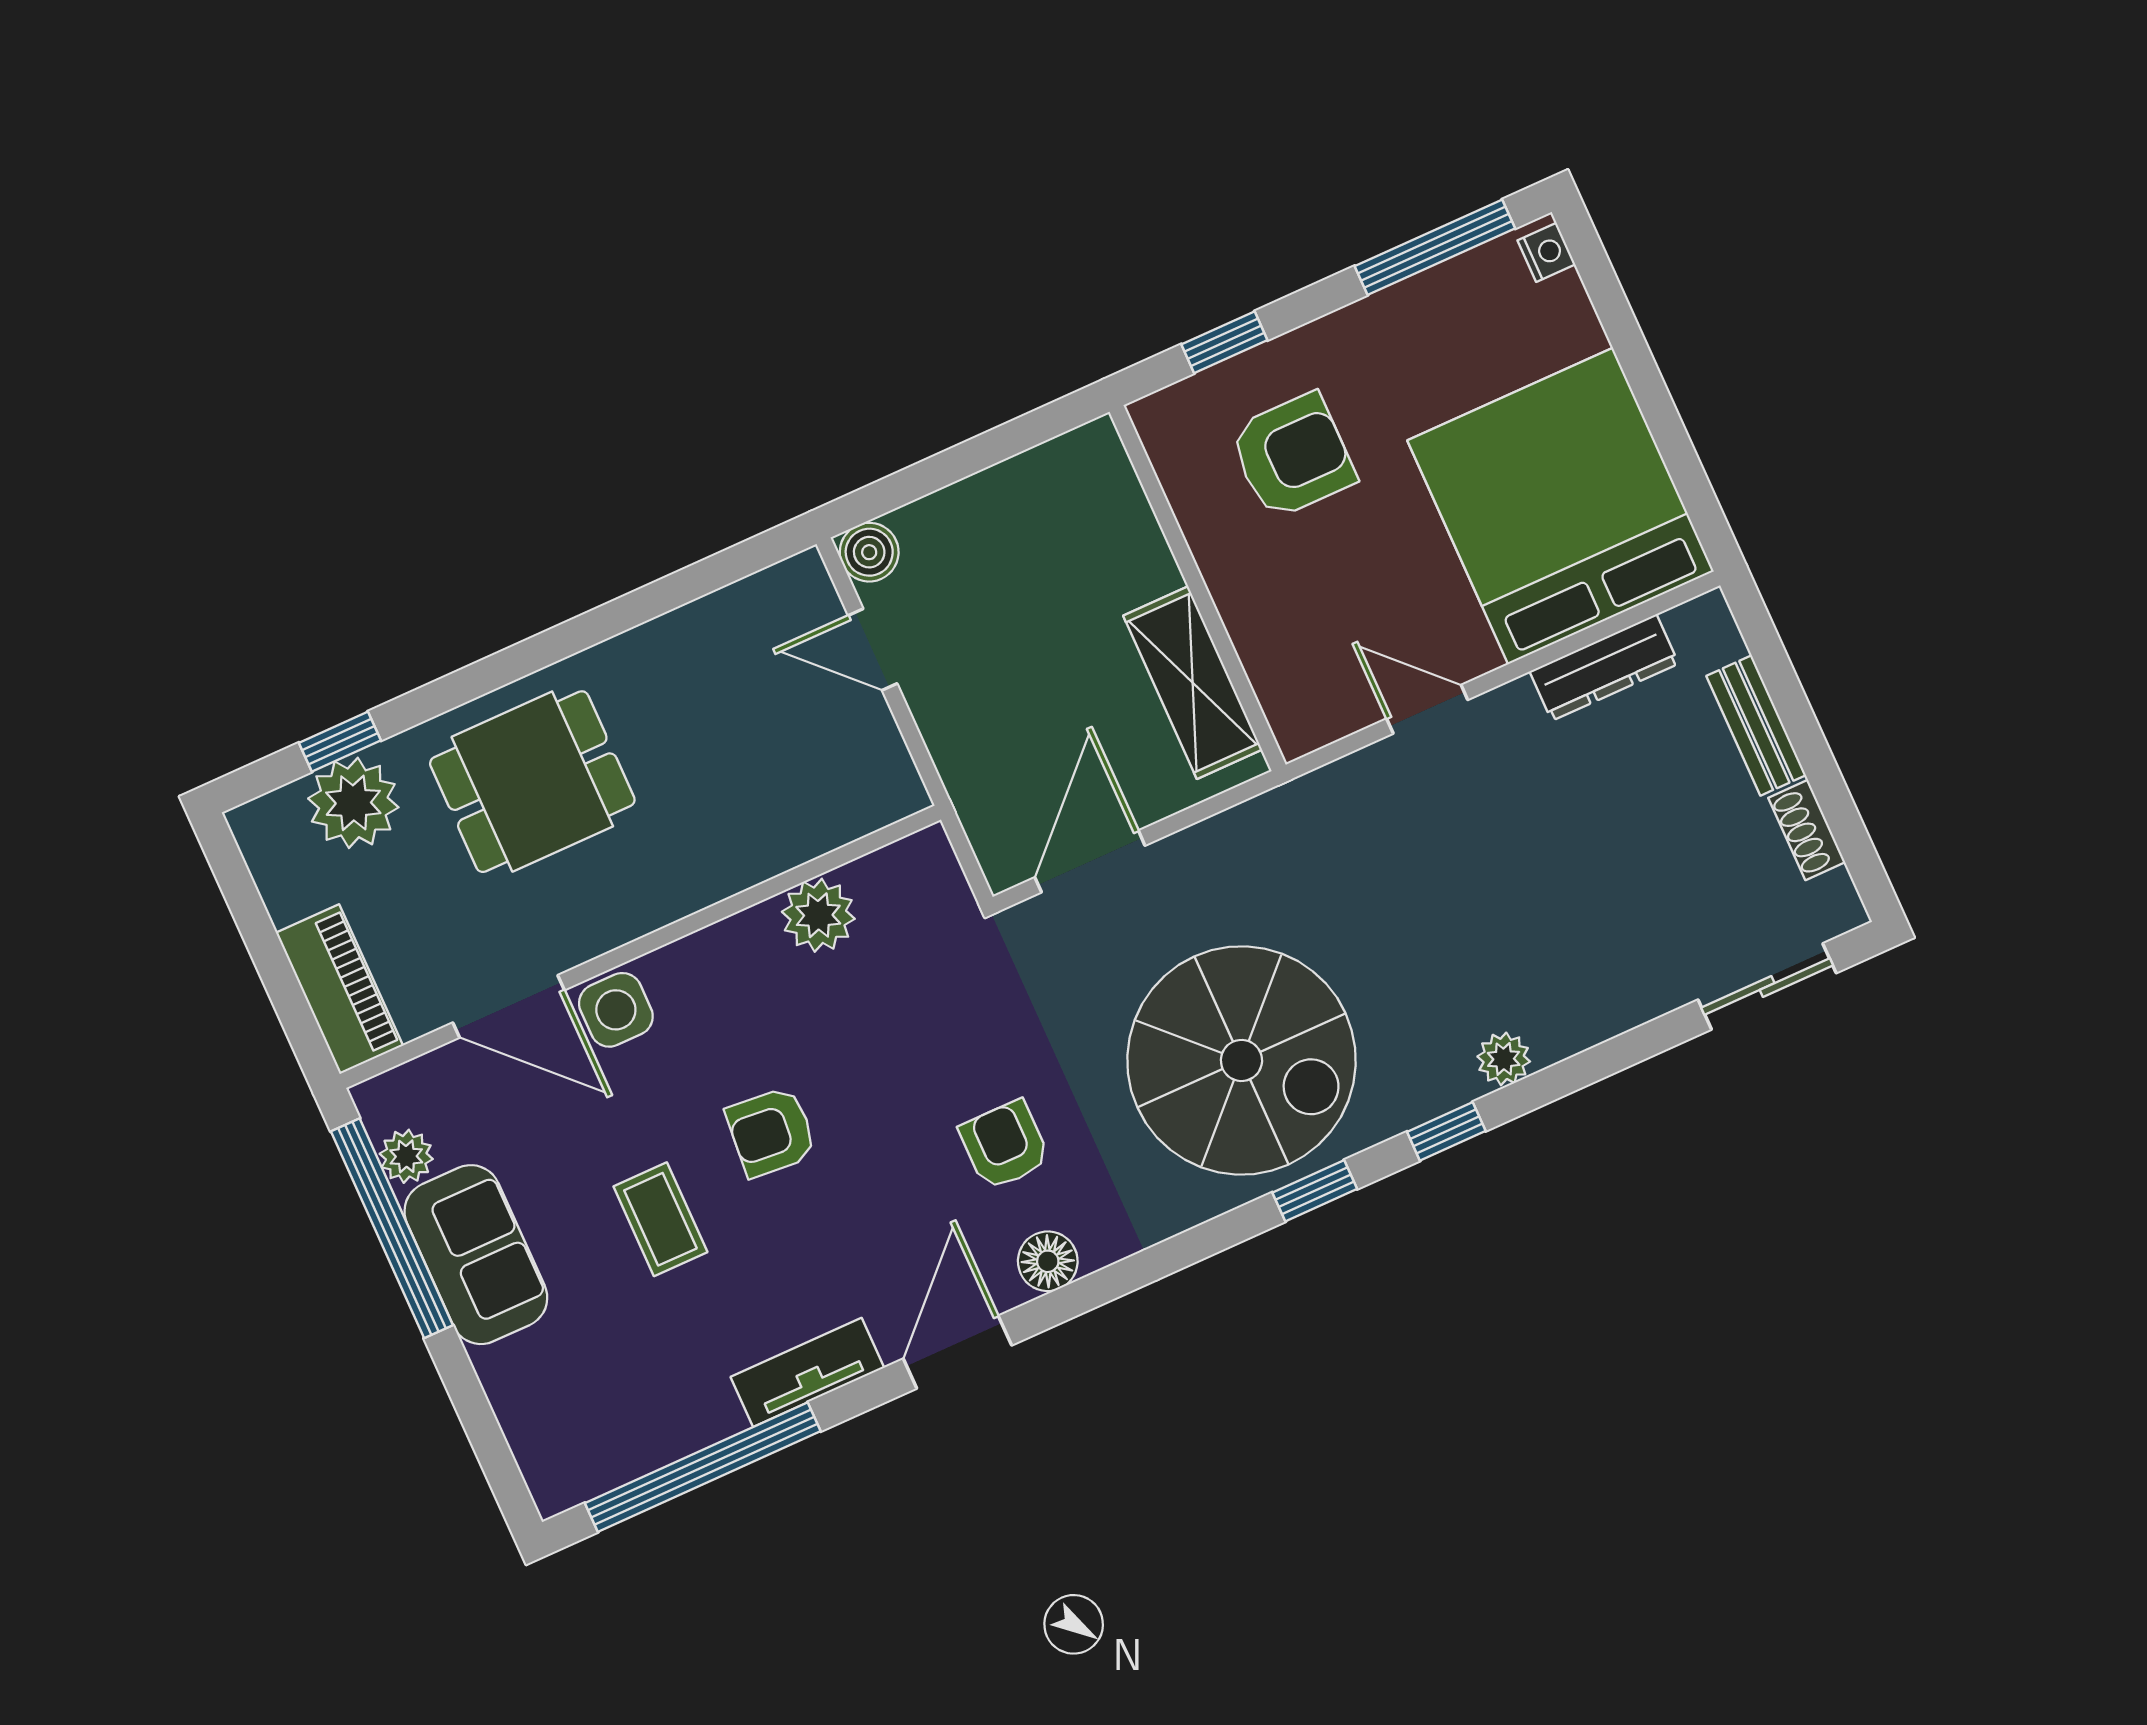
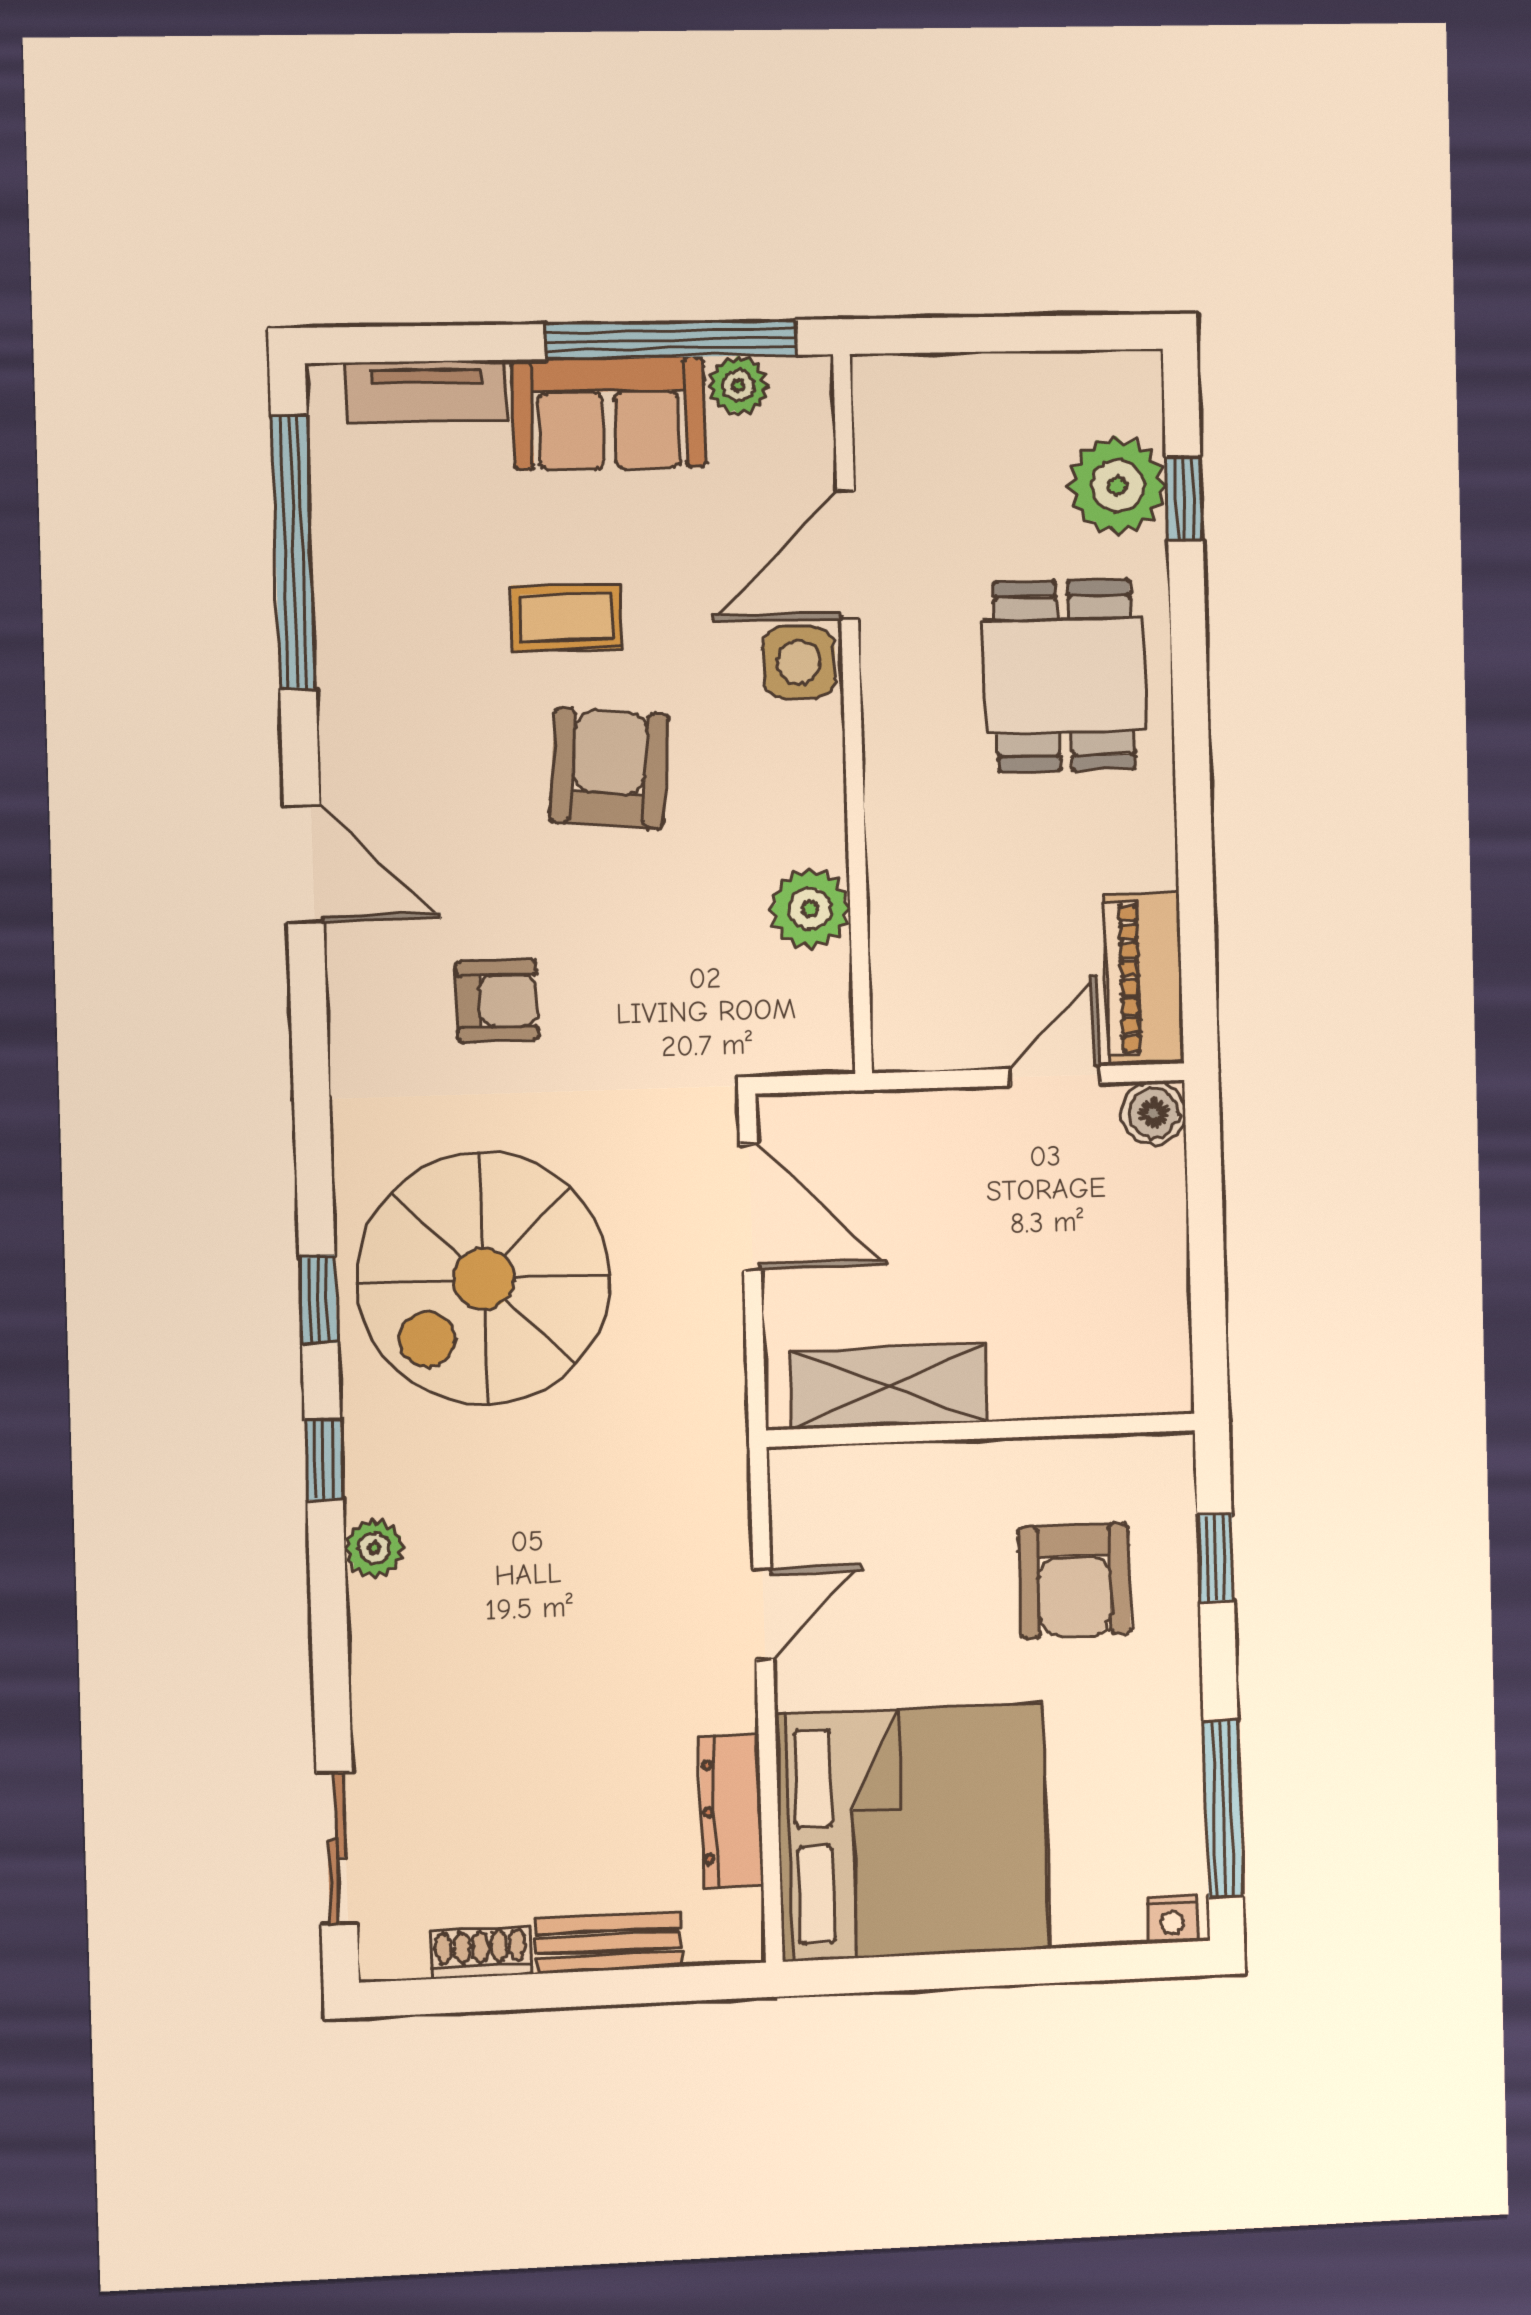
piano: (339, 989) -> (1144, 978), moved, turned 90
armchair: (771, 1132) -> (609, 768), width x1.38, depth x1.38
floor lamp: (1048, 1261) -> (359, 995), removed
tv unit: (807, 1372) -> (426, 392), moved, turned 90

